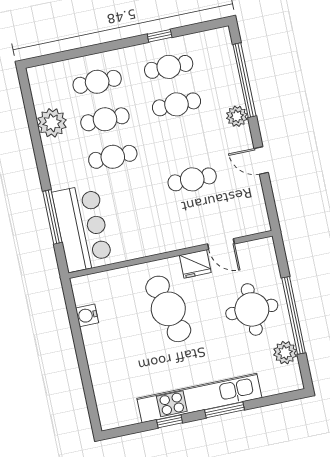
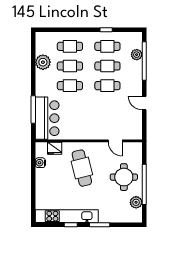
plant: (237, 116) -> (137, 55), moved
cafe table: (192, 179) -> (107, 86), moved
fridge: (195, 264) -> (55, 148), moved
kitchen unit: (199, 398) -> (67, 216), moved

